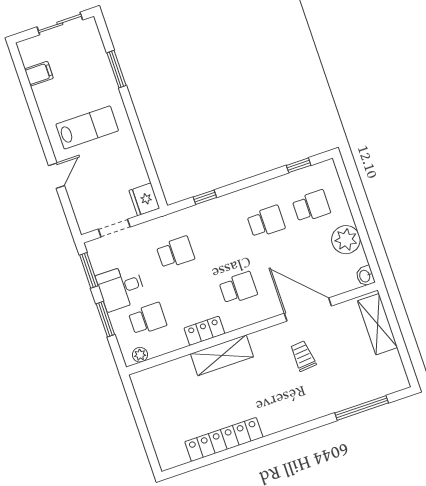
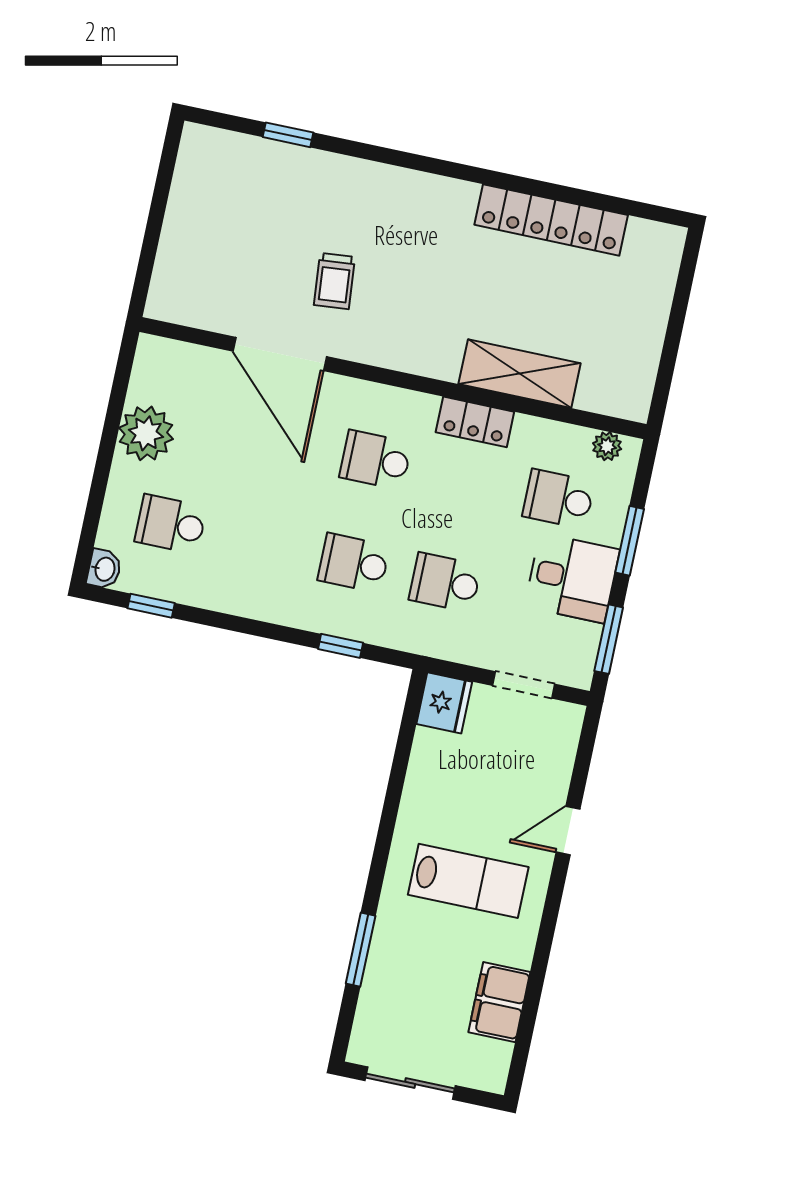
filing cabinet: (39, 74) -> (499, 1002), width x2.00
lab bench: (87, 127) -> (468, 881), turned 180
school desk: (266, 222) -> (354, 563), moved
washbasin: (365, 276) -> (104, 569), moved
shelving: (377, 324) -> (178, 260), removed
shelving: (222, 355) -> (520, 374), moved
window: (362, 408) -> (288, 135), width x0.46

